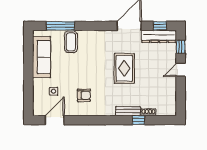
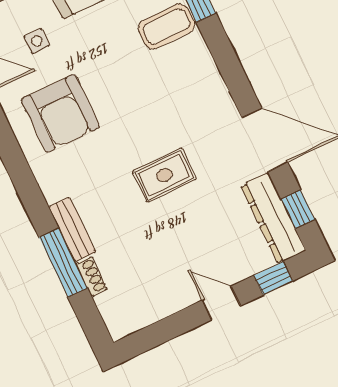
rug: (124, 68) -> (164, 175), width x0.73, depth x0.70
armchair: (84, 95) -> (60, 113), width x1.88, depth x1.88
window: (139, 120) -> (63, 263), width x2.17

